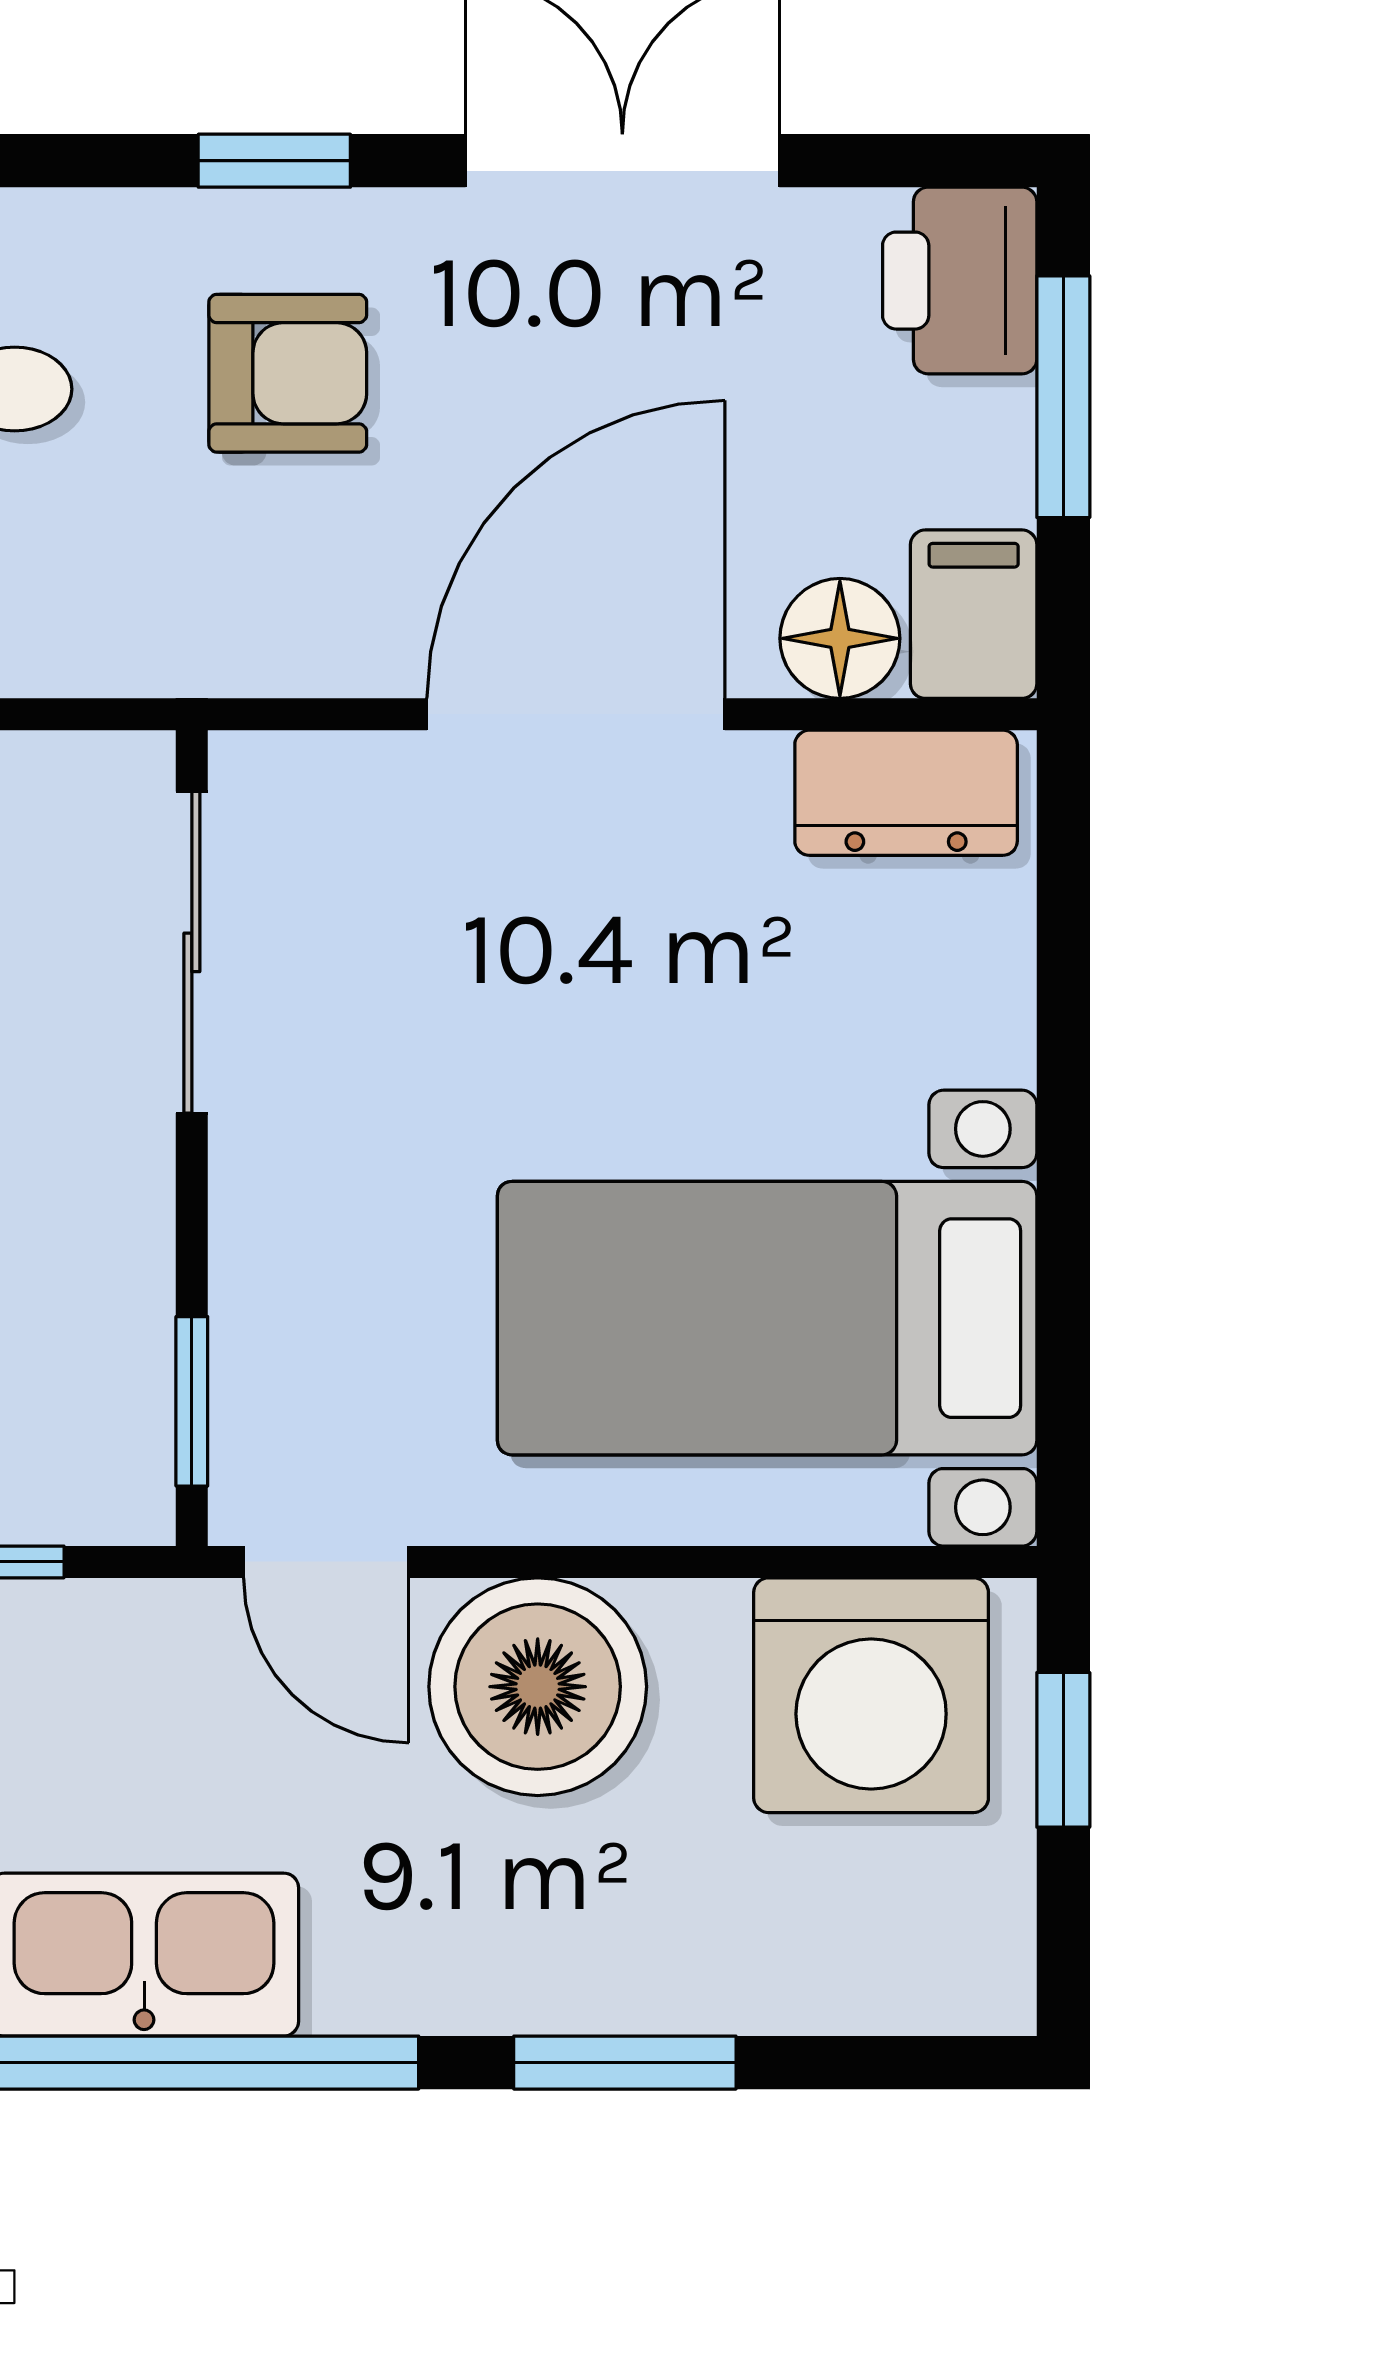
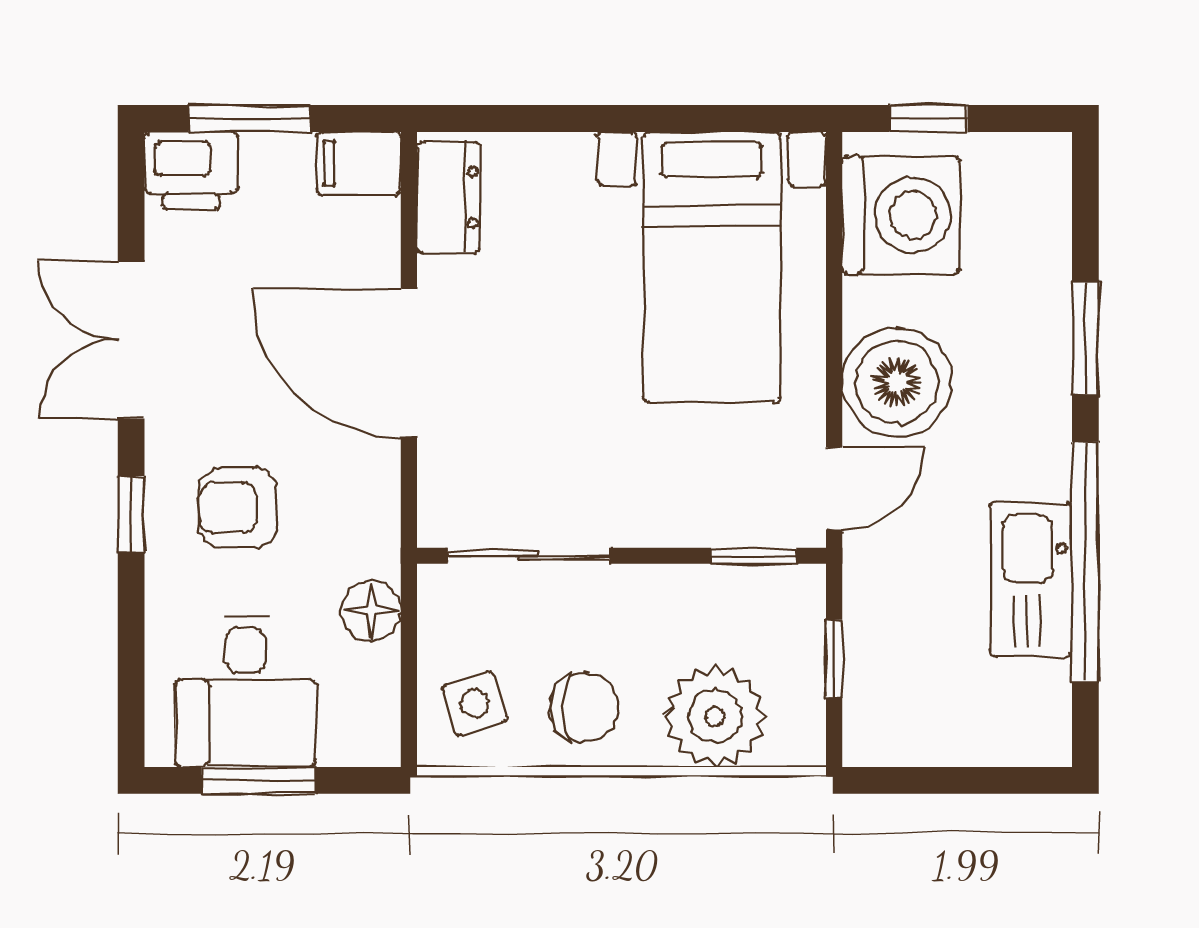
armchair: (288, 373) -> (238, 508), turned -90
floor lamp: (840, 638) -> (371, 610), moved

